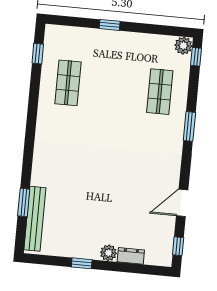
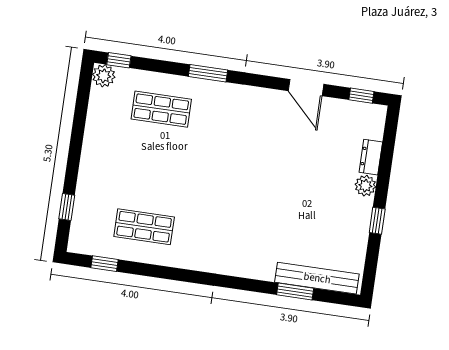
window: (110, 25) -> (67, 207), moved

